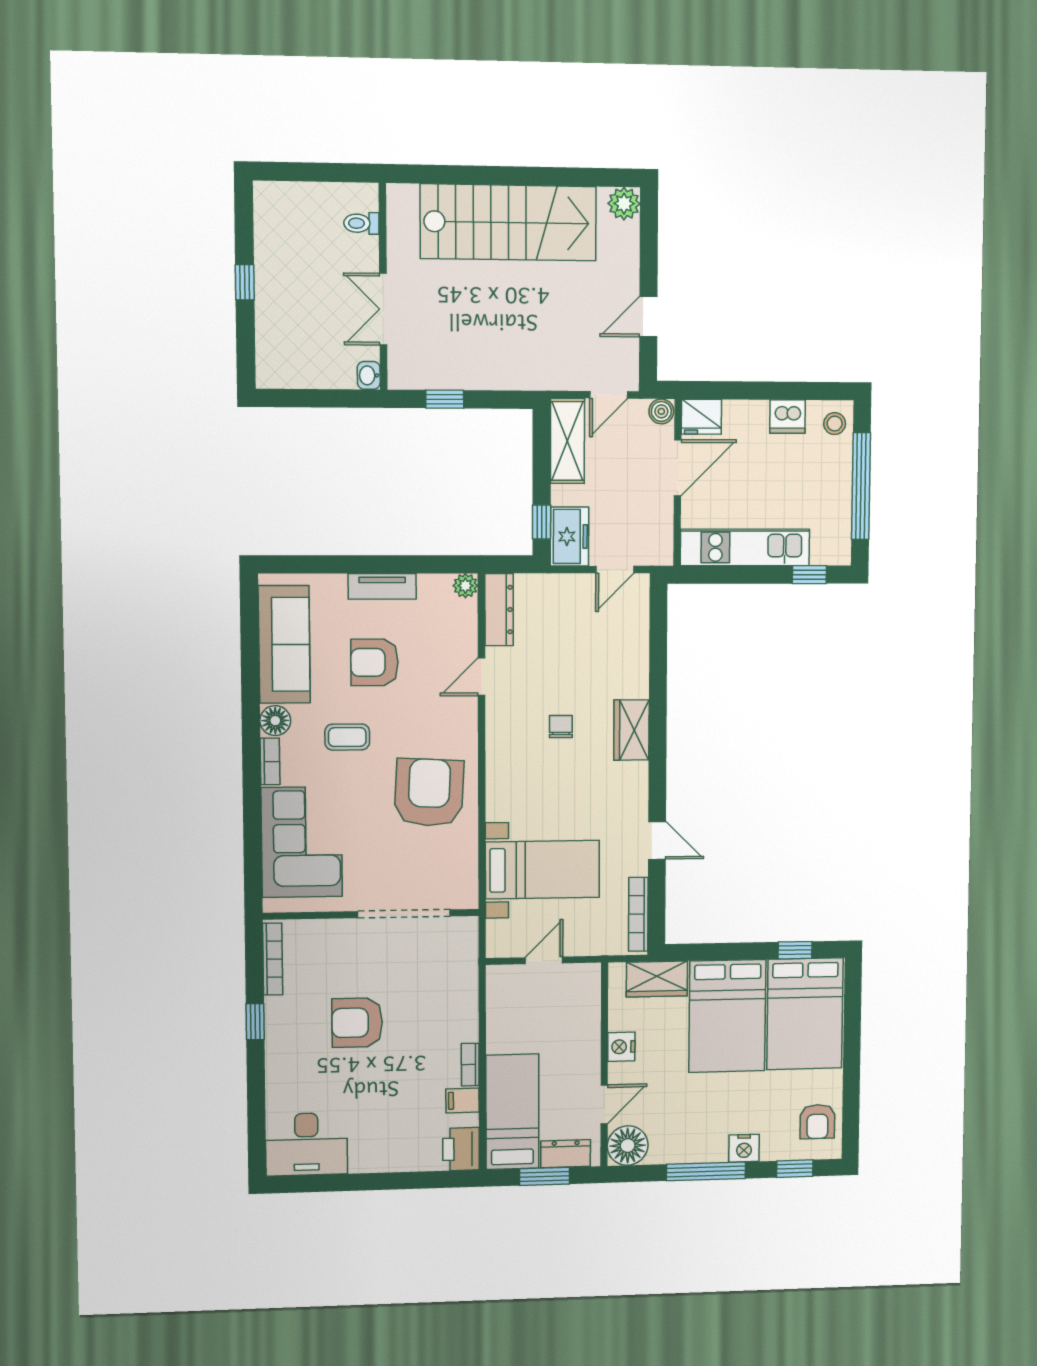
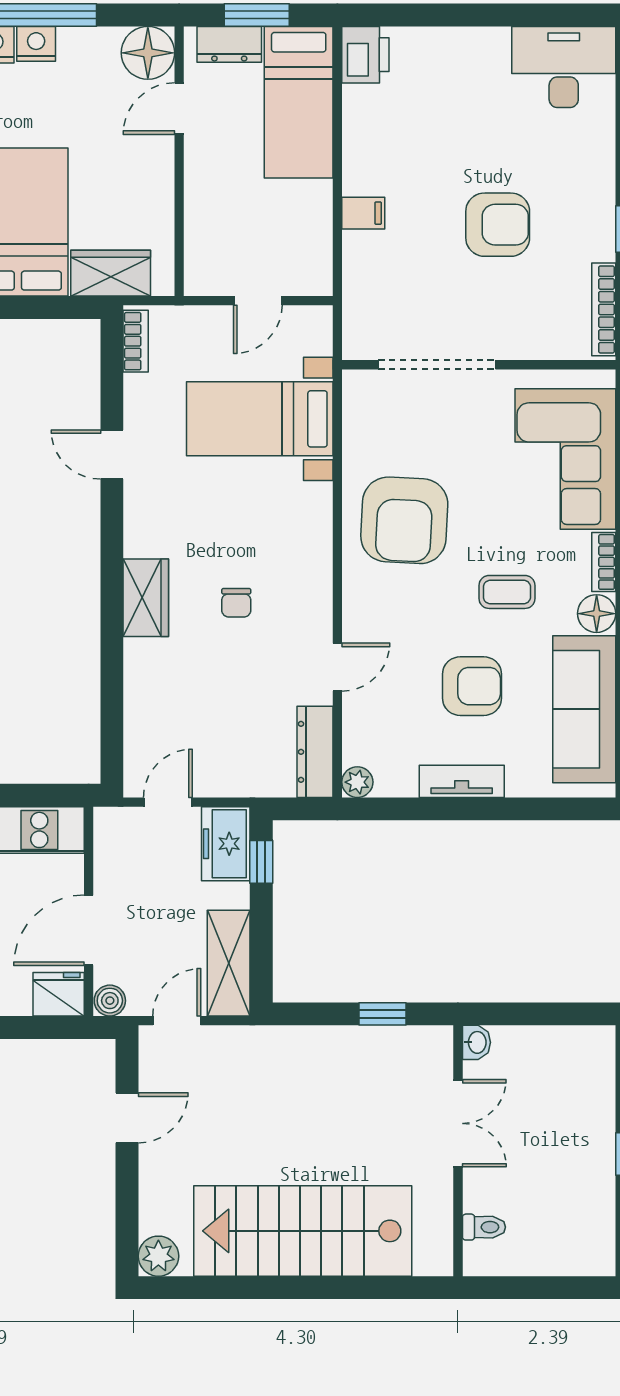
bookcase: (638, 914) -> (136, 341), width x0.64
nightstand: (621, 1047) -> (36, 44), moved, turned -90
bookcase: (470, 1065) -> (353, 166), removed
filing cabinet: (462, 1100) -> (363, 213), moved

